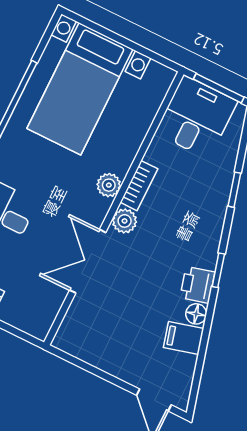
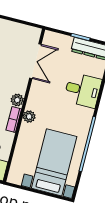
double door: (88, 261) -> (35, 61), moved

